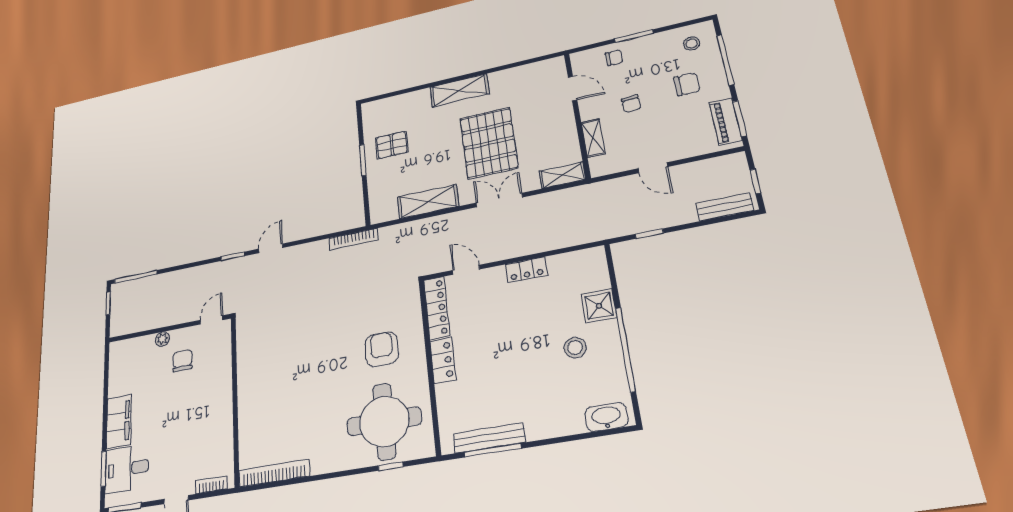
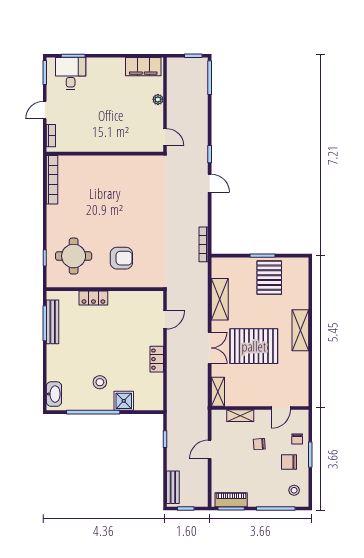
chair: (687, 84) -> (289, 462), moved, turned 90
pallet: (392, 145) -> (269, 278), width x1.50, depth x1.42
locker: (437, 308) -> (143, 298), removed
locker: (443, 360) -> (93, 298), moved
chair: (182, 361) -> (139, 115), removed
filing cabinet: (119, 421) -> (143, 67), moved
round table: (384, 421) -> (74, 256), width x0.73, depth x0.73

